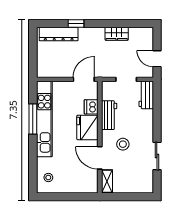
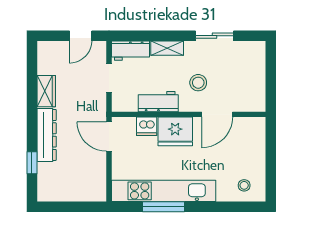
window: (76, 23) -> (32, 163), moved
dresser: (59, 34) -> (47, 135), moved
shelving: (107, 181) -> (167, 48), moved

